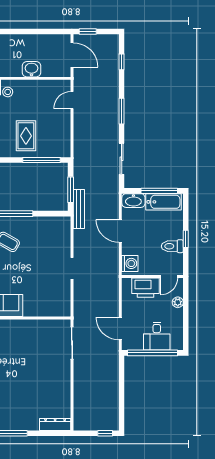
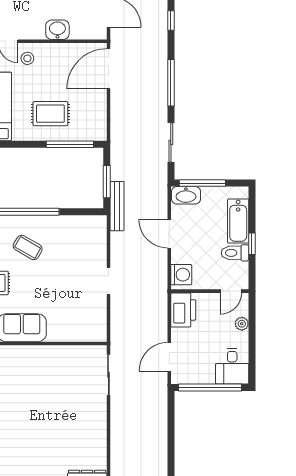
door: (72, 100) -> (108, 69), width x1.88
window: (122, 111) -> (171, 83), width x1.44
rug: (26, 136) -> (50, 114), turned 90
window: (159, 191) -> (202, 183), moved
bathtub: (164, 202) -> (238, 221), moved, turned 90
printer: (145, 288) -> (183, 310), moved, turned -90
door: (120, 329) -> (169, 357), hinge flipped
desk: (157, 336) -> (232, 366), moved

